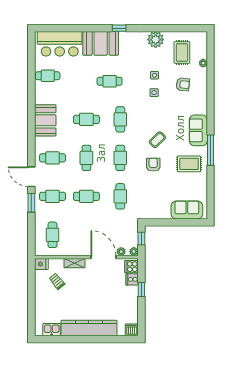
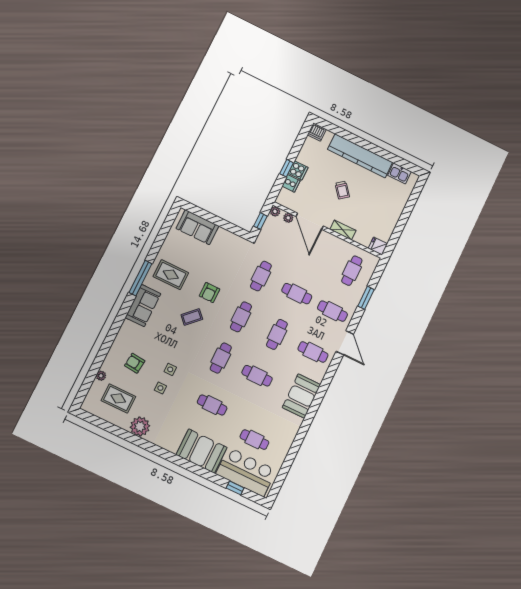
window: (119, 28) -> (235, 488), moved
rug: (182, 53) -> (118, 398), turned 90
cafe table: (48, 76) -> (254, 440), moved
window: (31, 203) -> (366, 298), moved
cooker: (131, 267) -> (298, 170), moved
trolley: (57, 281) -> (342, 190), moved

